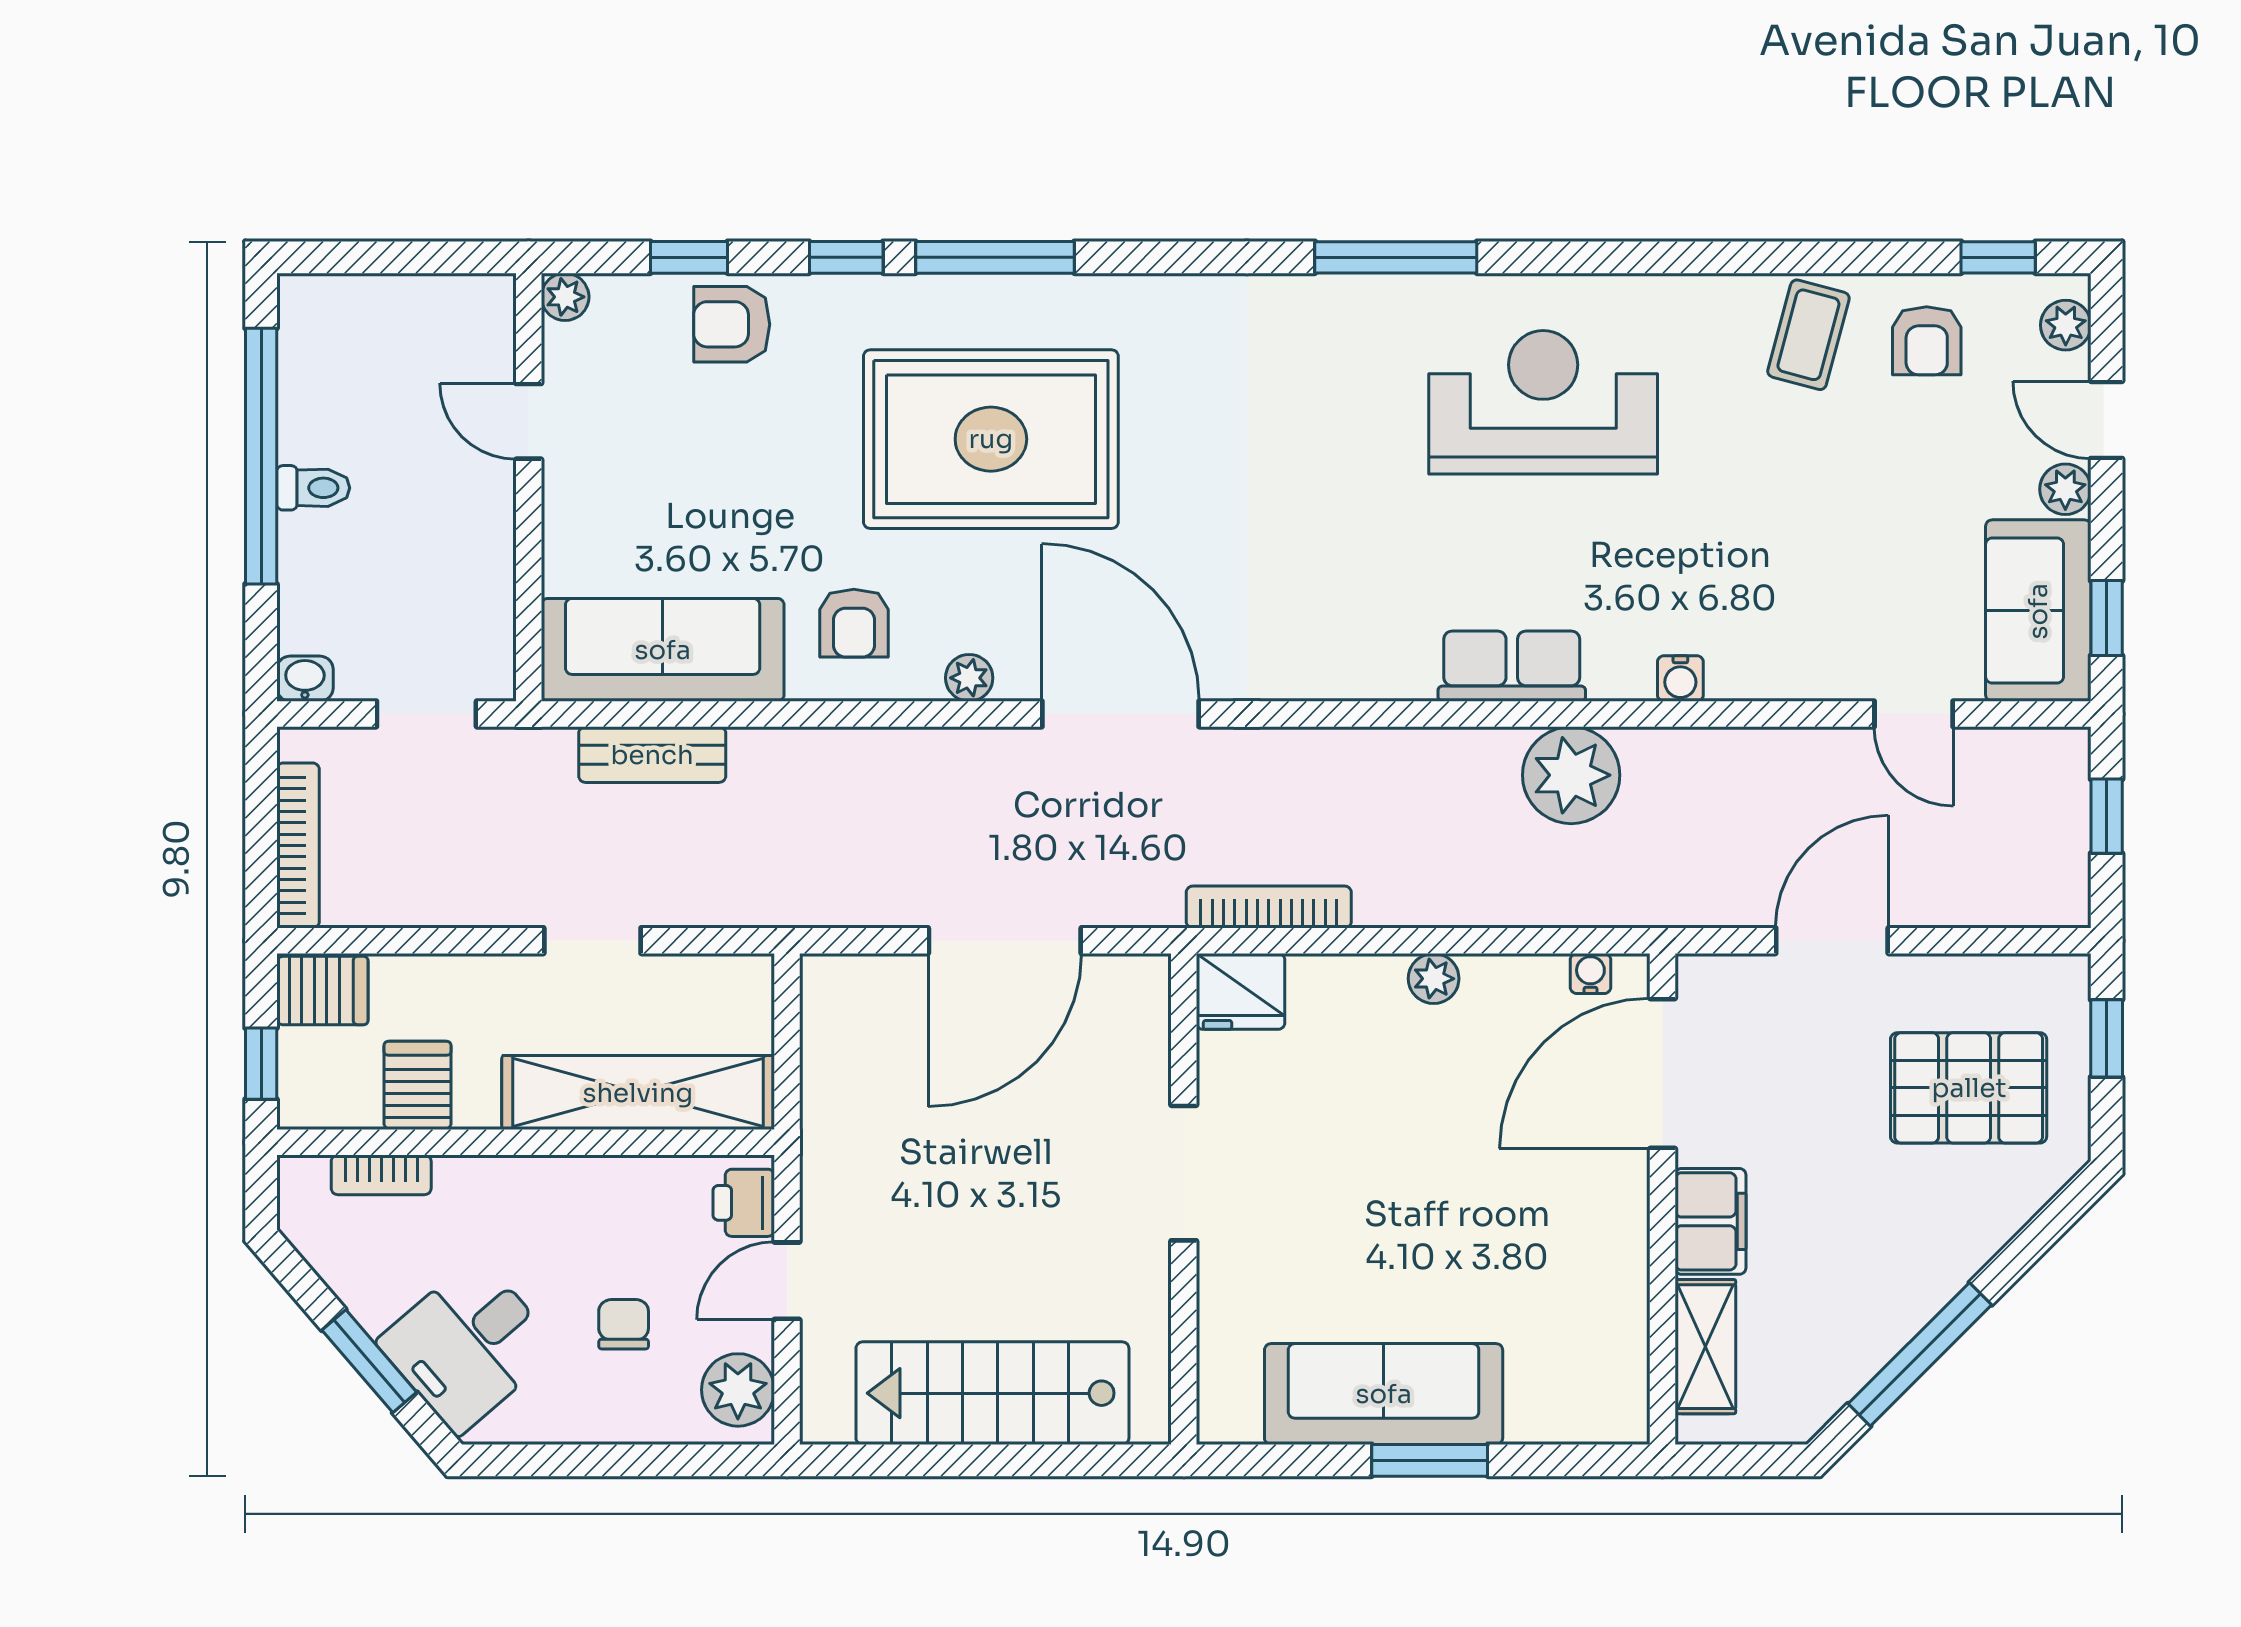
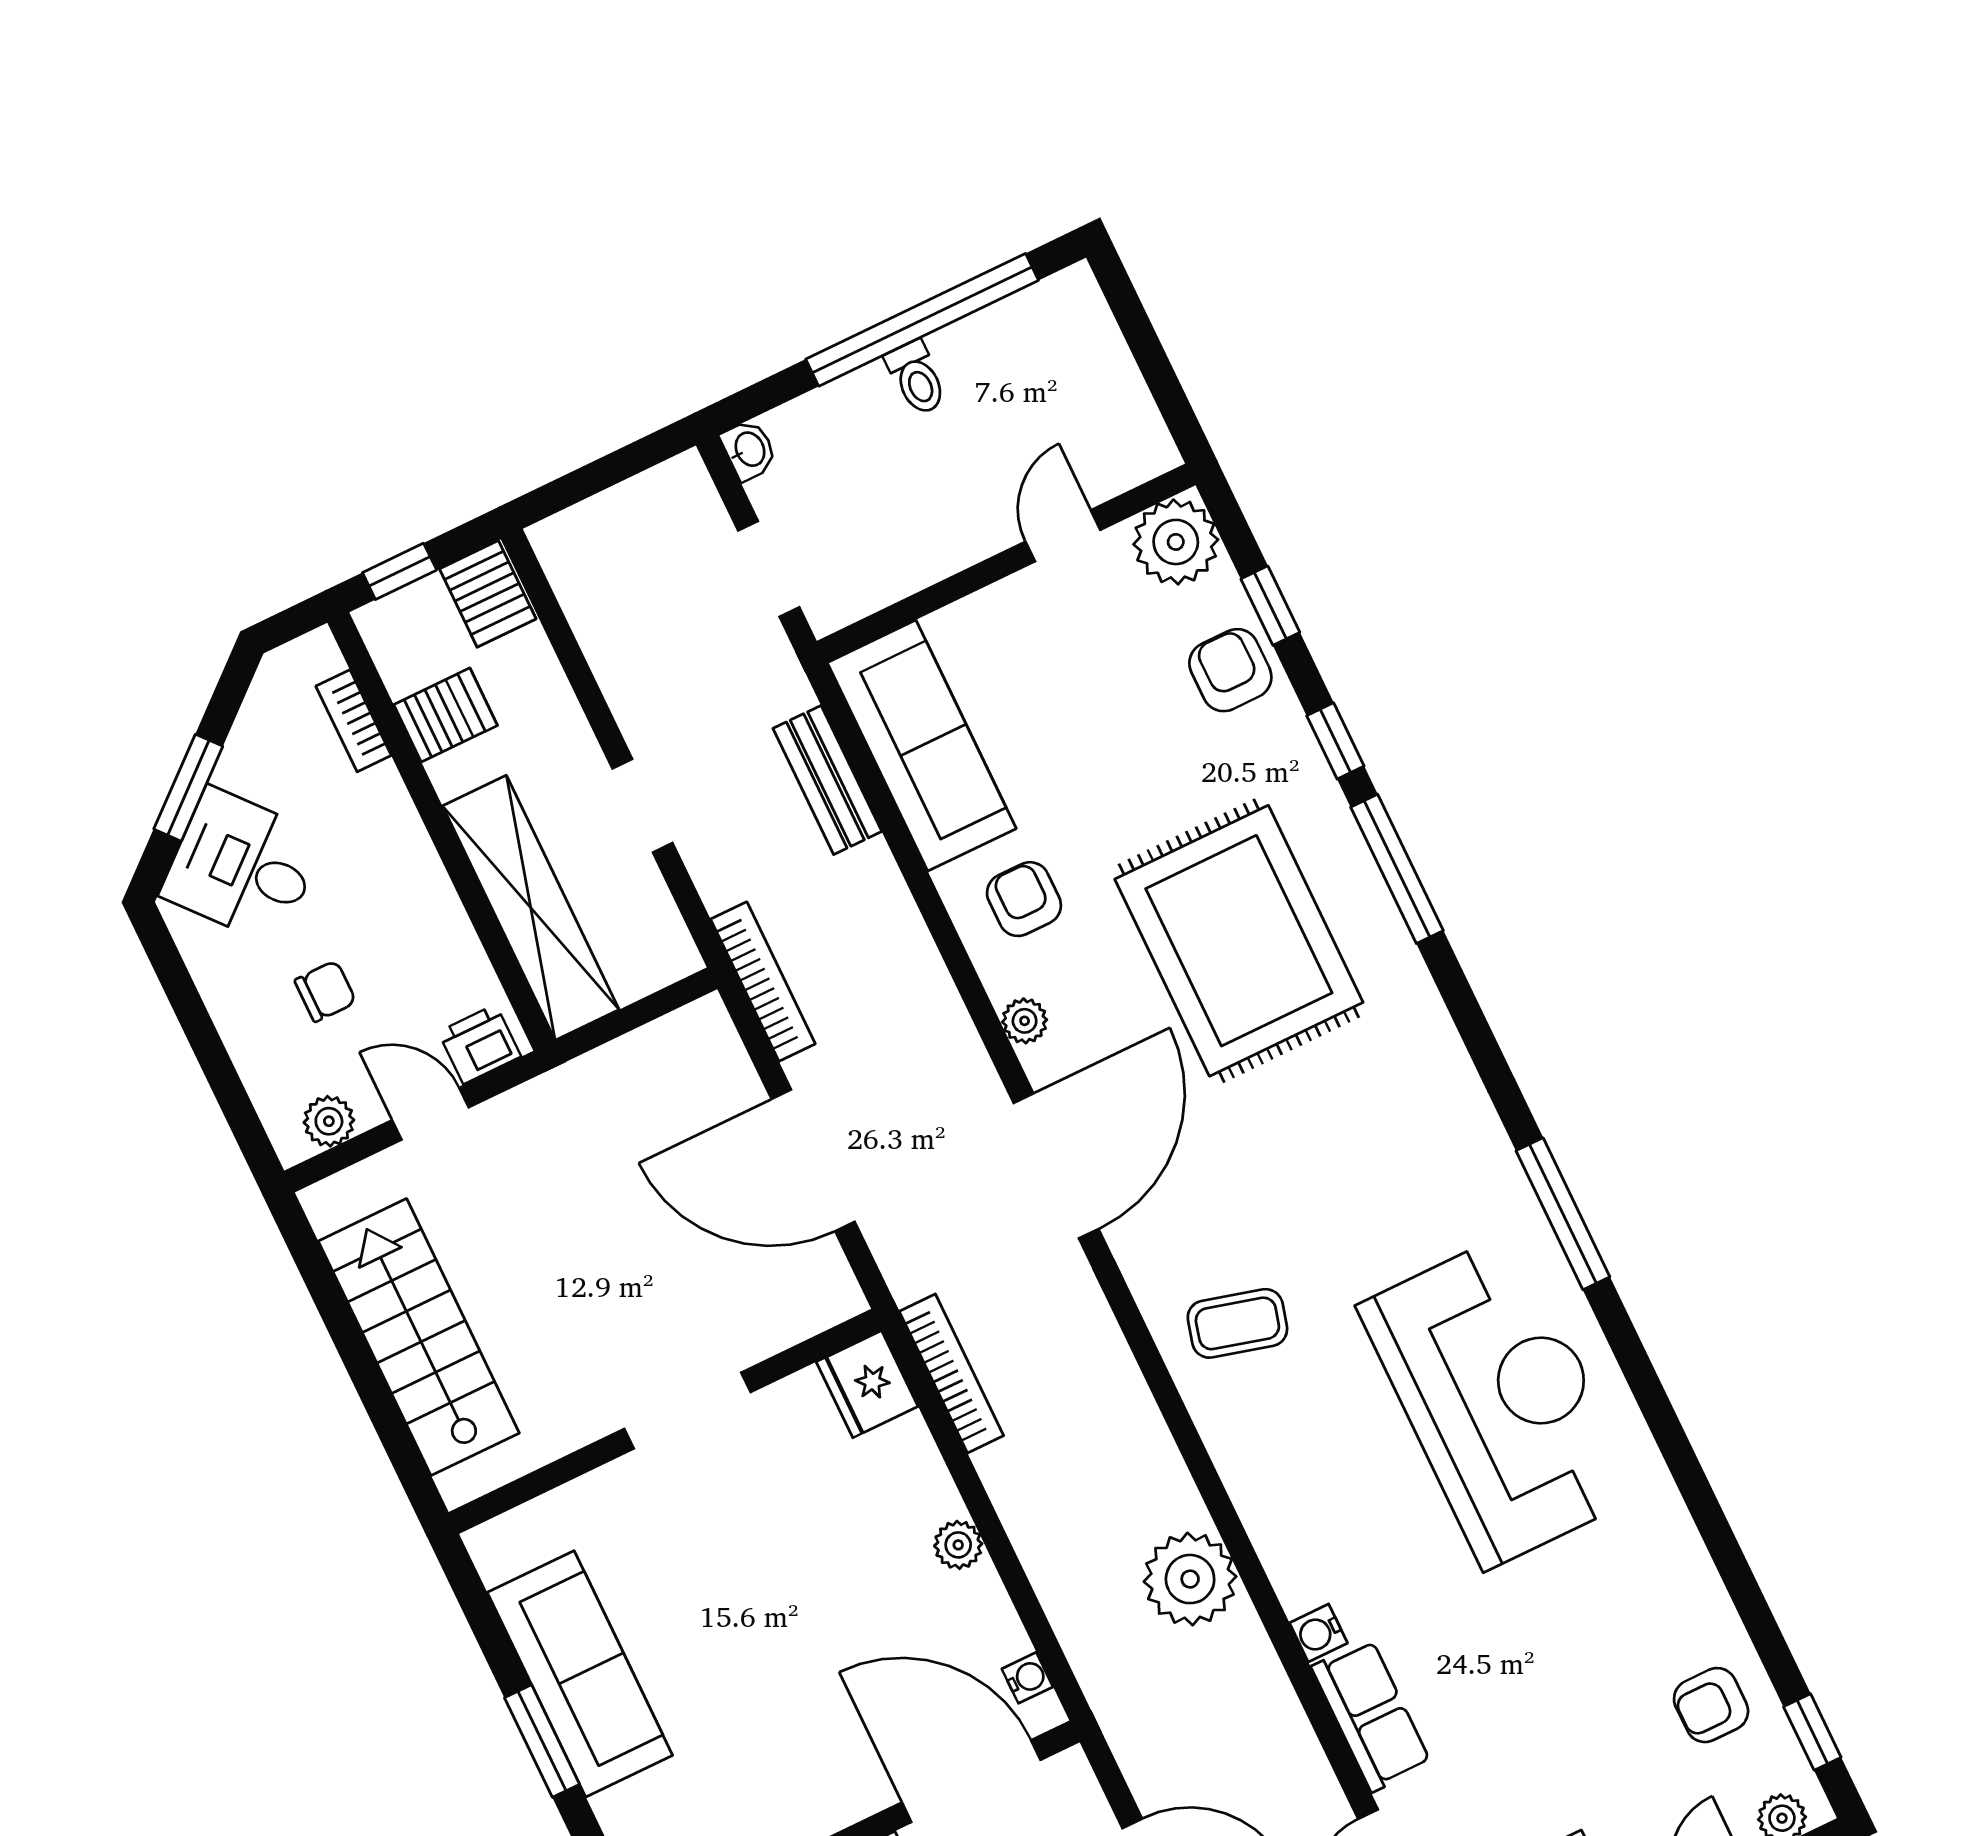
plant: (565, 297) -> (1176, 542), width x1.87, depth x1.87
coffee table: (1808, 335) -> (1237, 1323), moved
reception desk: (1543, 402) -> (1499, 1401), width x1.36, depth x1.30
armchair: (854, 623) -> (1024, 899), turned 90
row of seats: (1512, 666) -> (1371, 1715), moved
bookcase: (298, 845) -> (763, 982), moved, turned -90
plant: (738, 1390) -> (329, 1121), width x0.73, depth x0.73

